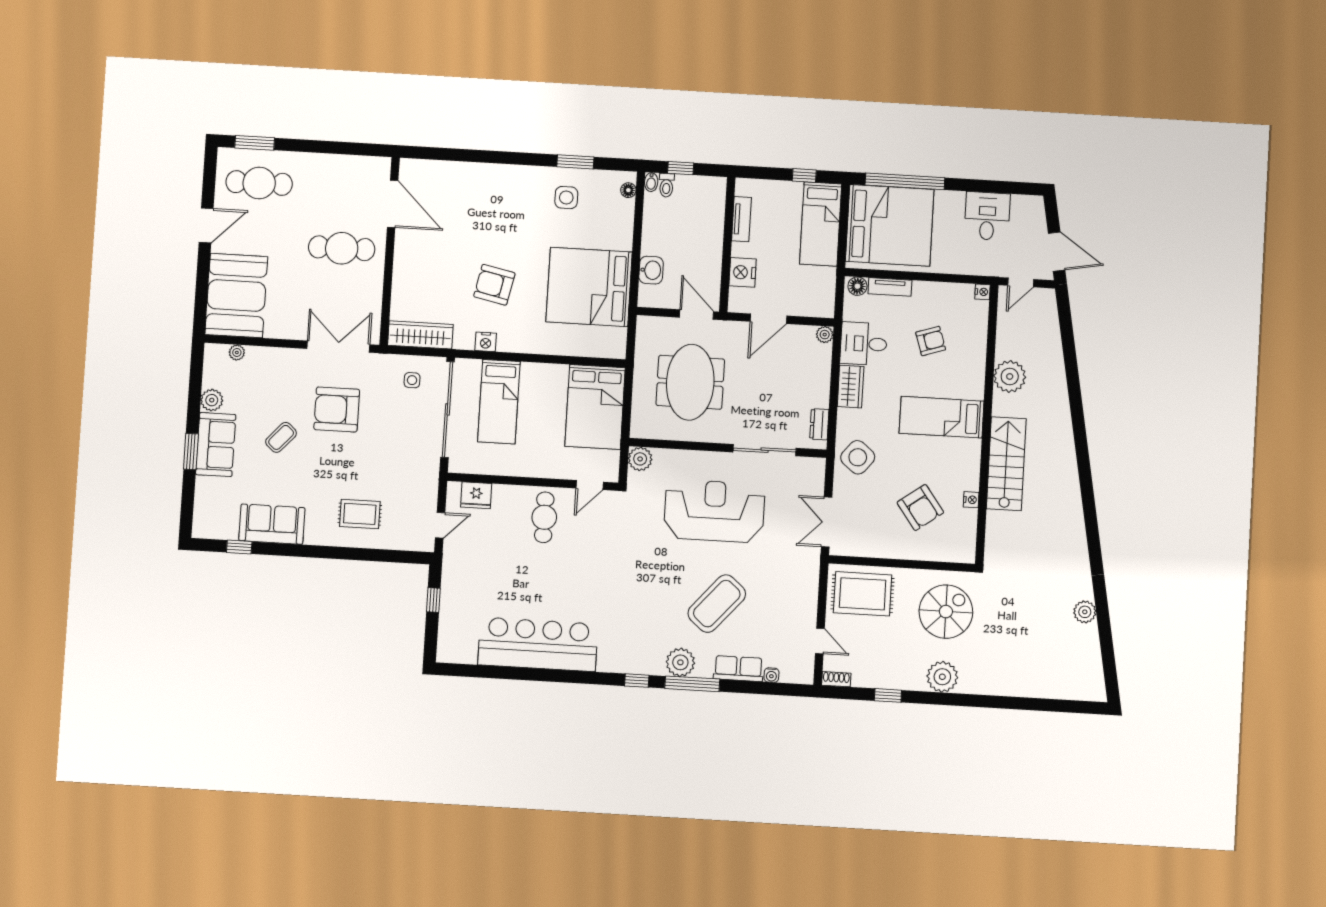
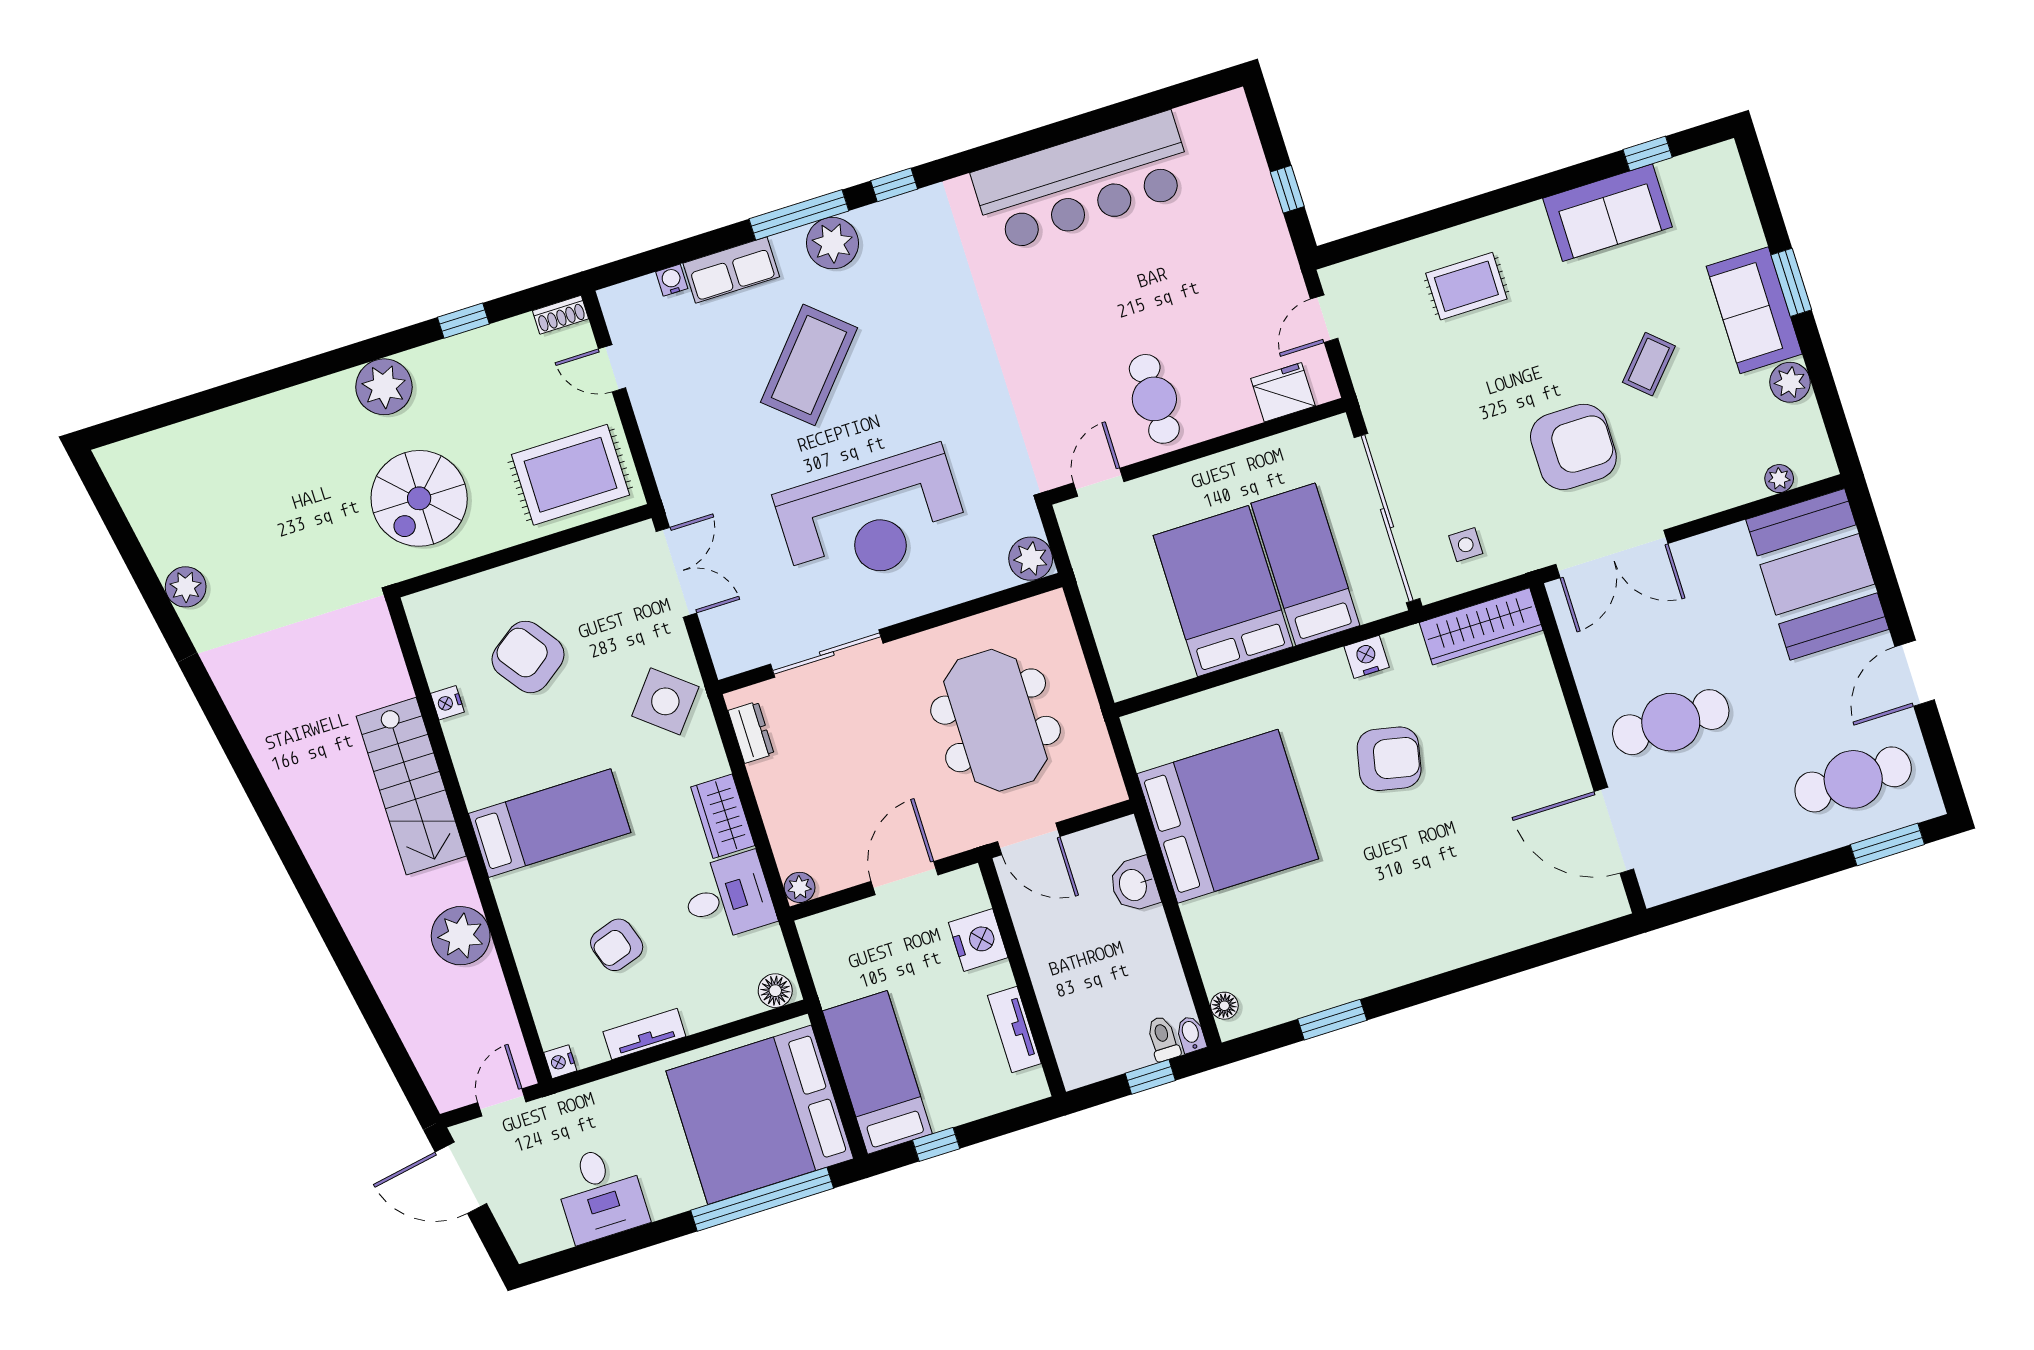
side table: (566, 198) -> (1324, 953), removed
tv unit: (890, 287) -> (644, 1034), moved
bed: (595, 407) -> (1223, 591), moved

